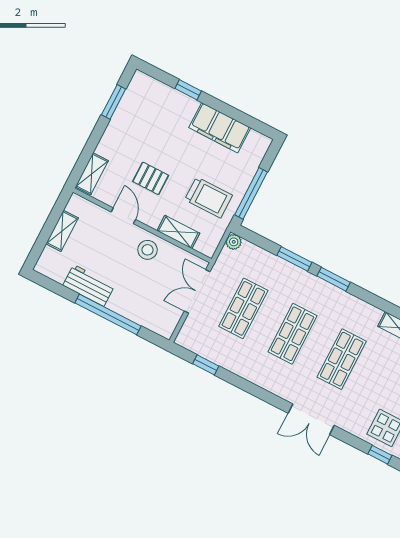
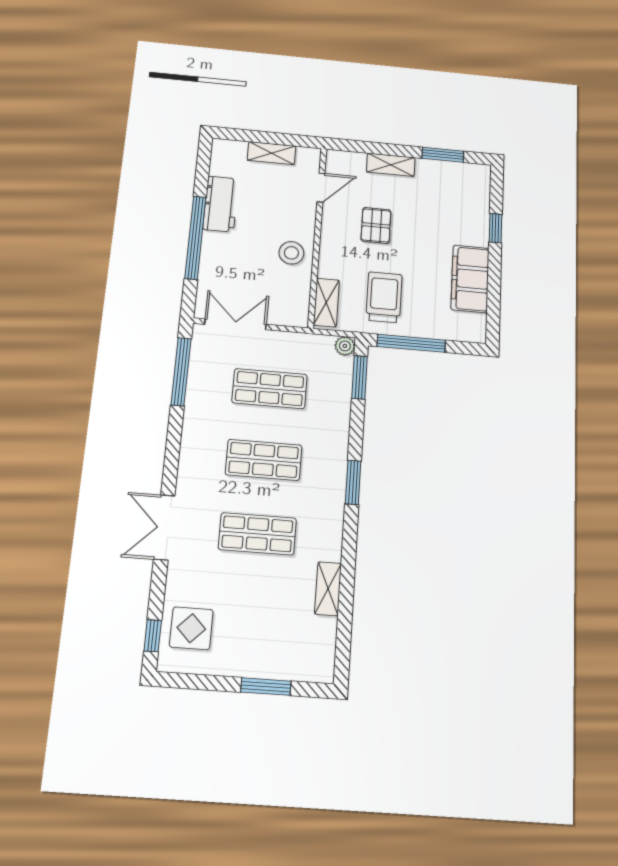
shelving: (92, 174) -> (391, 165), moved
trolley: (208, 197) -> (384, 297), turned 180
door: (123, 216) -> (321, 188), moved
shelving: (178, 232) -> (326, 303), moved
window: (294, 259) -> (360, 377), moved
double door: (197, 291) -> (235, 324), moved
window: (206, 365) -> (181, 372), width x2.17

